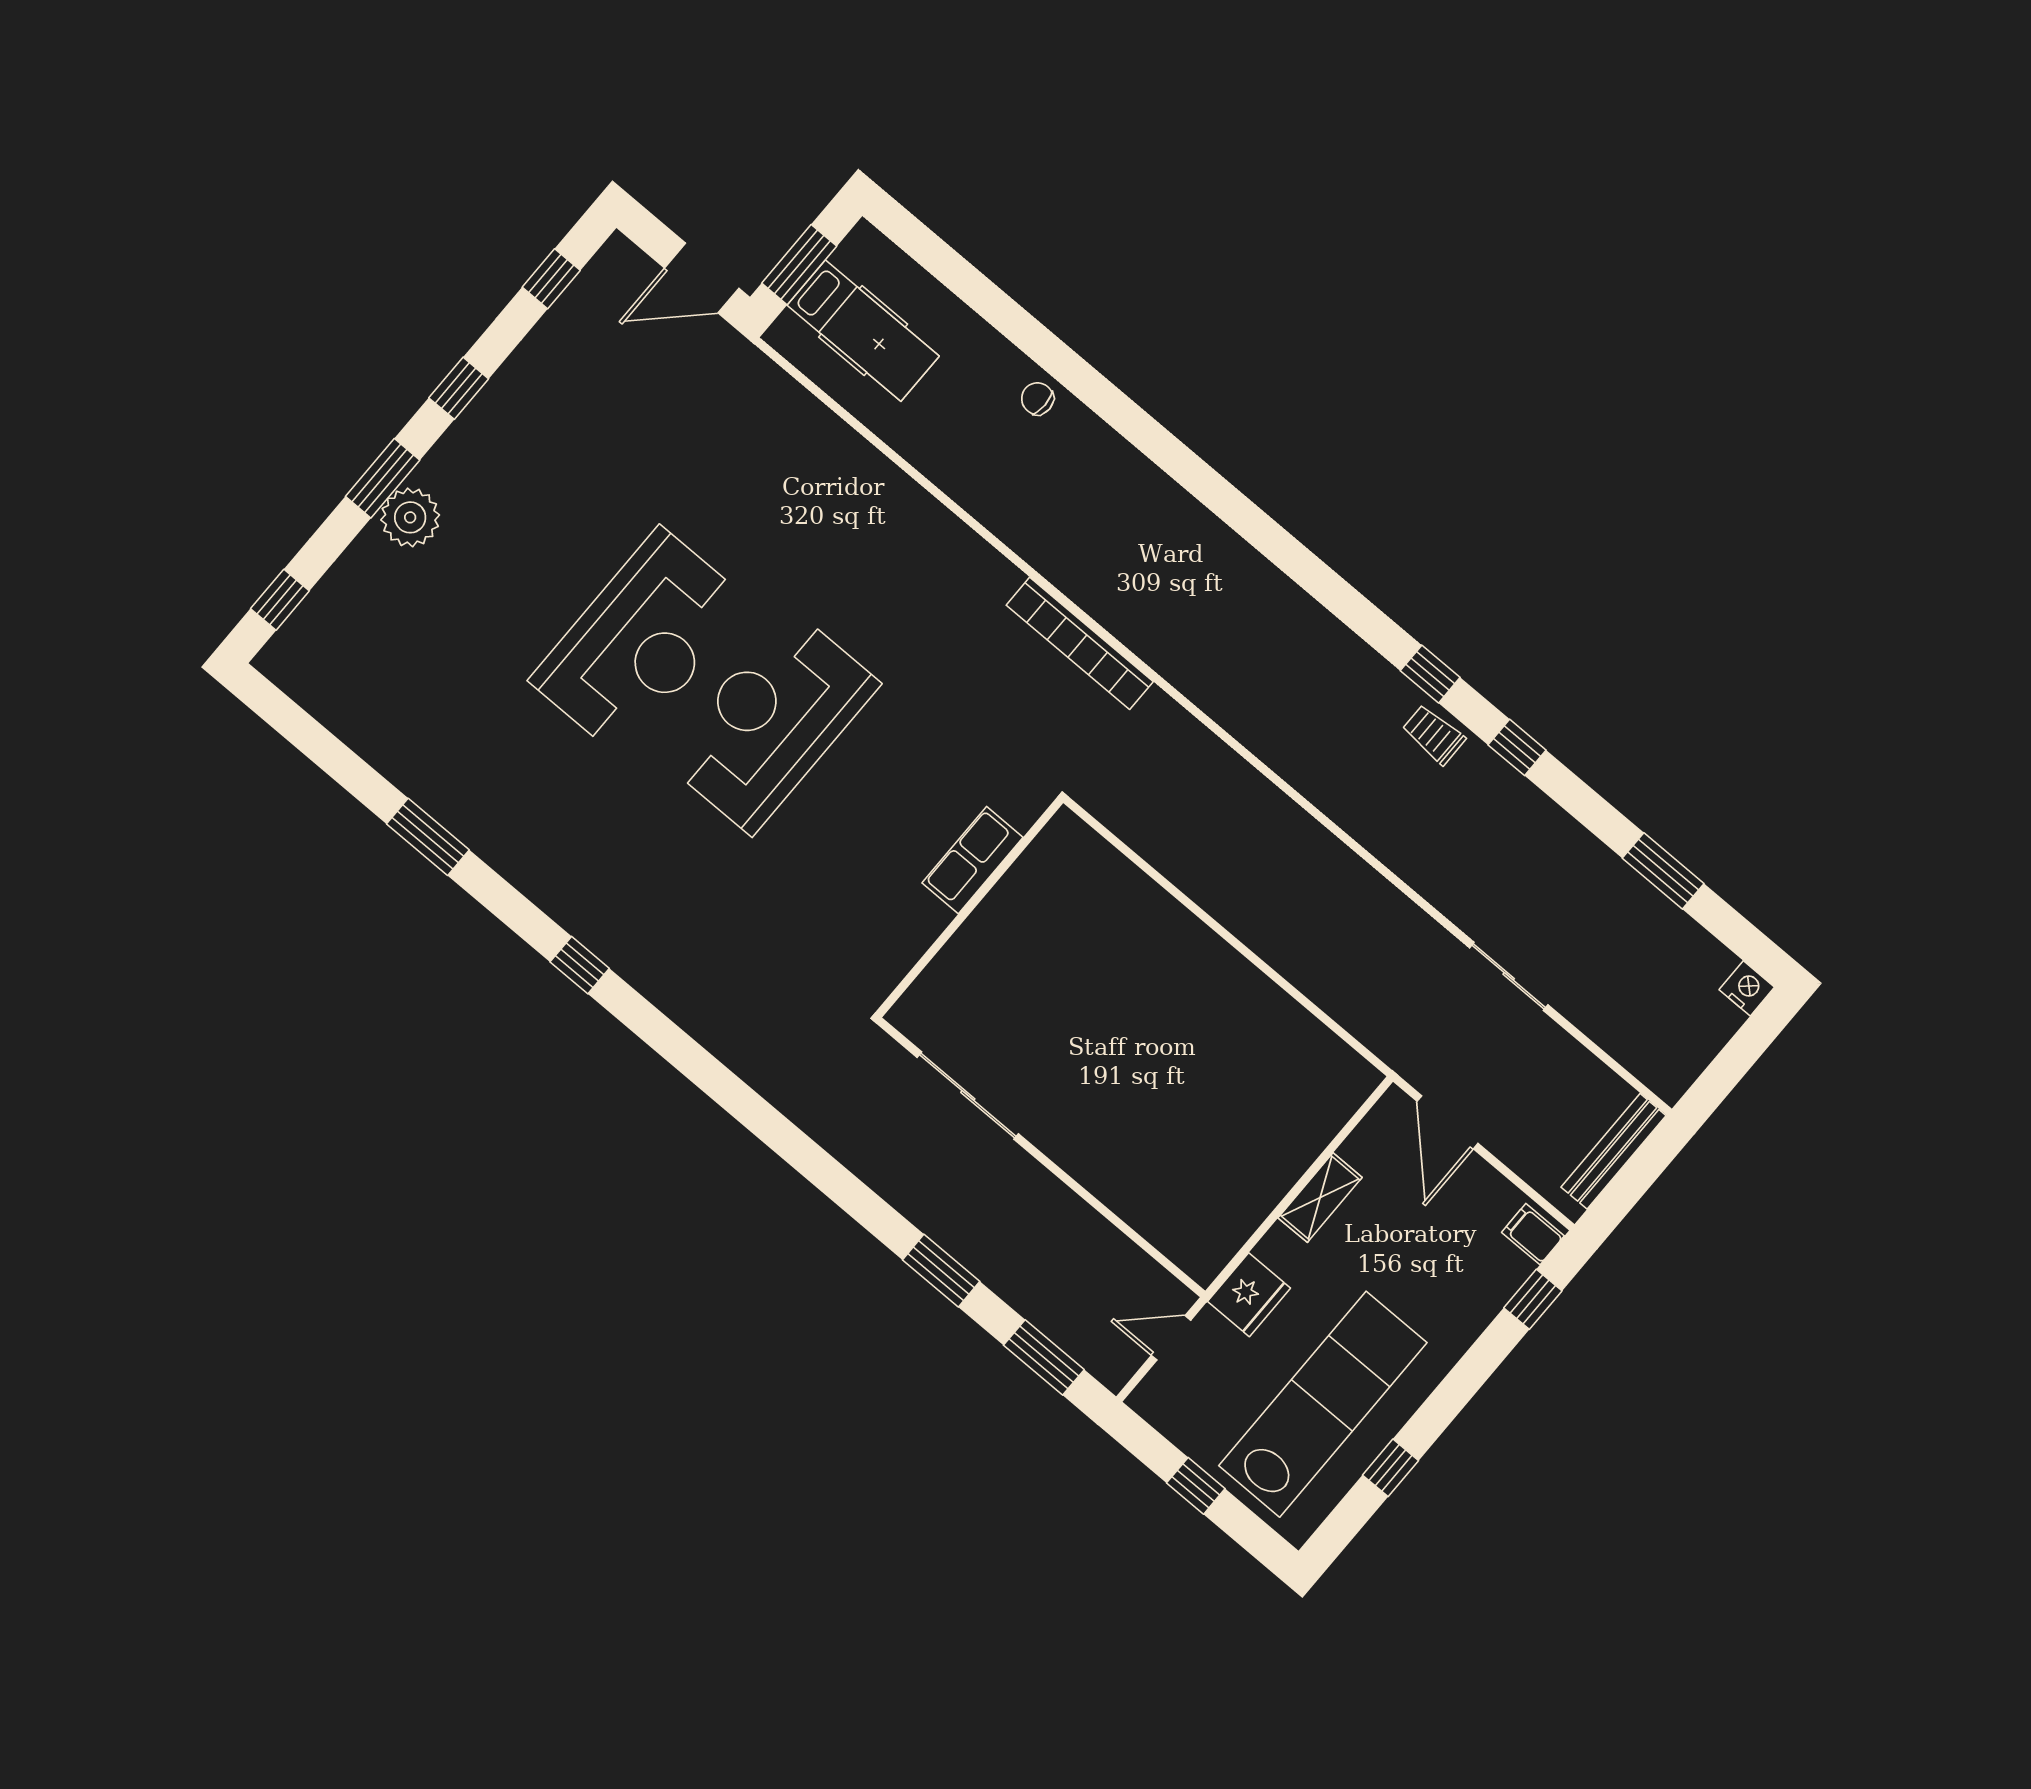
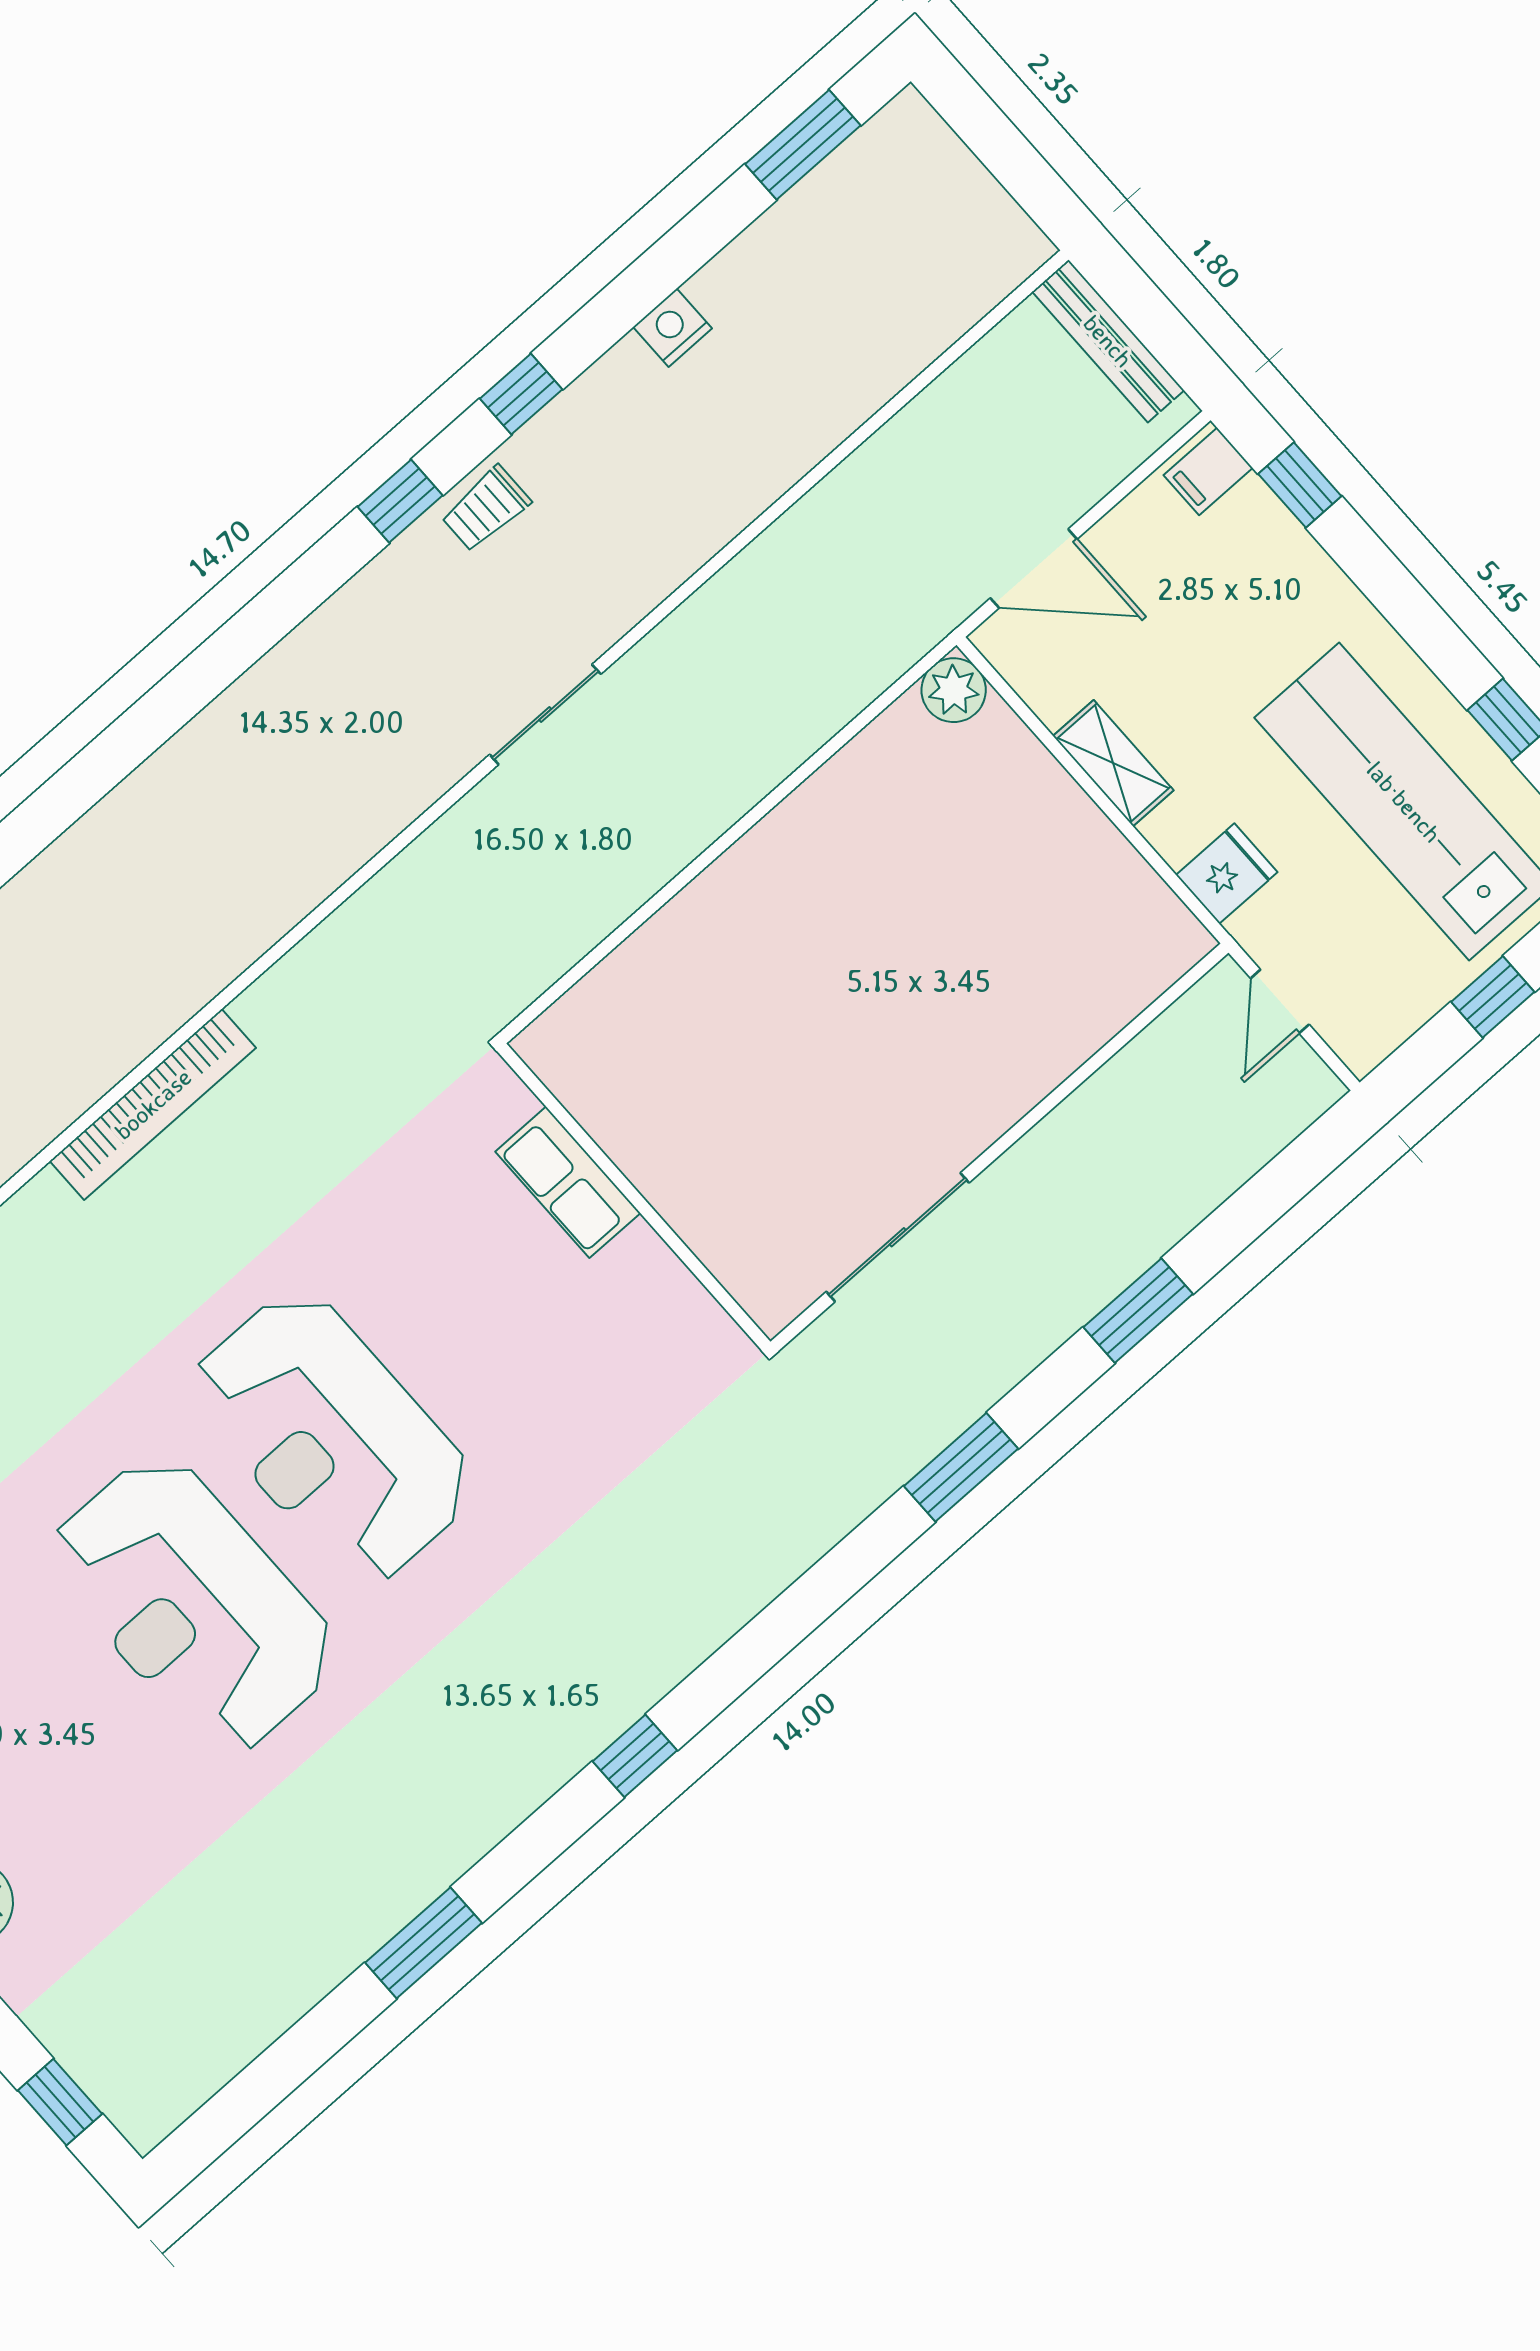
reception desk: (640, 642) -> (193, 1604), turned 180
bookcase: (1080, 643) -> (153, 1104), moved
window: (1663, 871) -> (803, 145), moved
sliding door: (1509, 976) -> (545, 714), moved
nightstand: (1747, 988) -> (673, 328), moved
plant: (1355, 1079) -> (954, 690), added
fridge: (1249, 1295) -> (1227, 874), width x0.72
window: (1044, 1357) -> (961, 1467), moved

